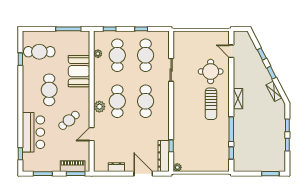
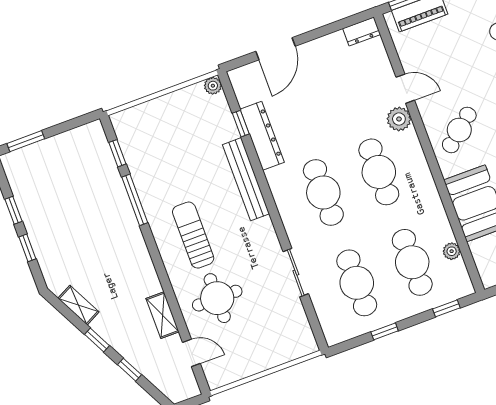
shelving: (238, 99) -> (163, 315), moved
plant: (99, 107) -> (399, 119), moved
cafe table: (69, 120) -> (459, 130), moved
bench: (178, 120) -> (246, 179), added
door: (92, 134) -> (405, 89), hinge flipped
dresser: (164, 156) -> (262, 136), moved
dresser: (116, 167) -> (362, 31), moved
door: (143, 174) -> (275, 49), hinge flipped

